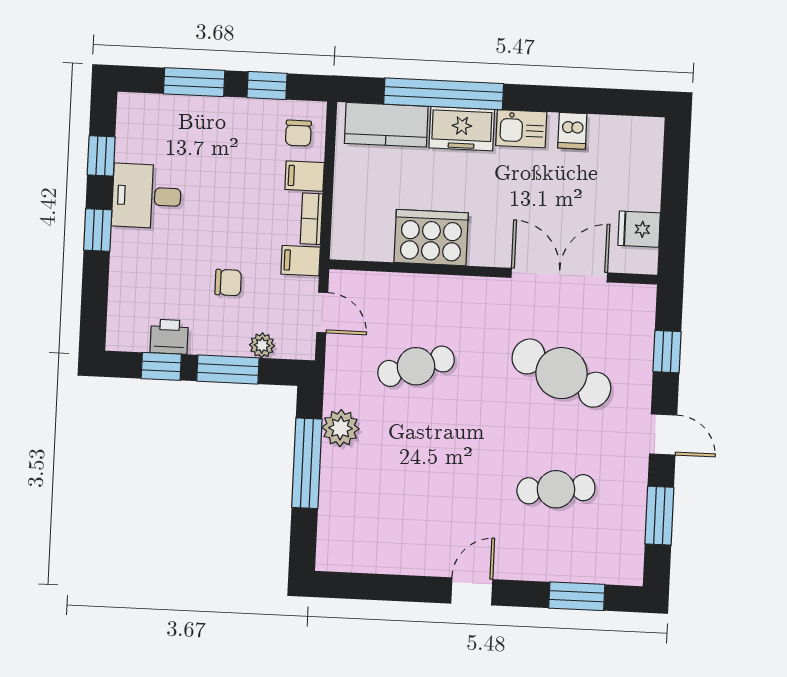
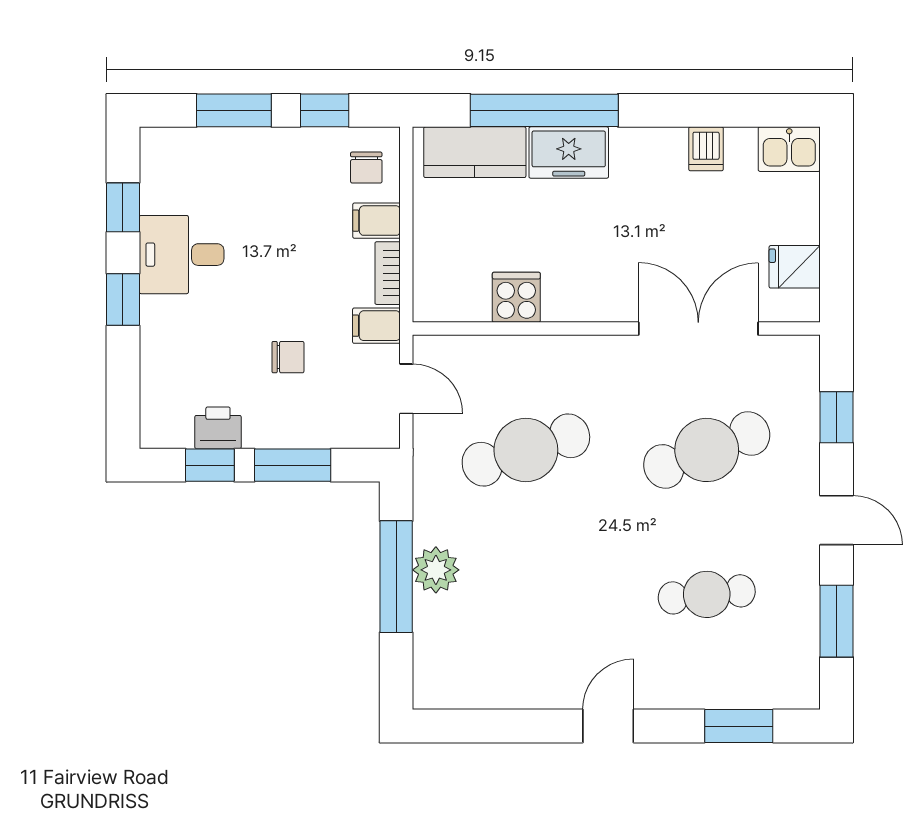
kitchen sink: (521, 129) -> (789, 149), moved
cooker: (431, 238) -> (516, 297), width x0.53, depth x0.76
plant: (262, 345) -> (334, 433), removed
cafe table: (416, 366) -> (526, 450), width x1.37, depth x1.35
cafe table: (561, 373) -> (707, 450), turned -45
plant: (341, 428) -> (436, 570), moved

